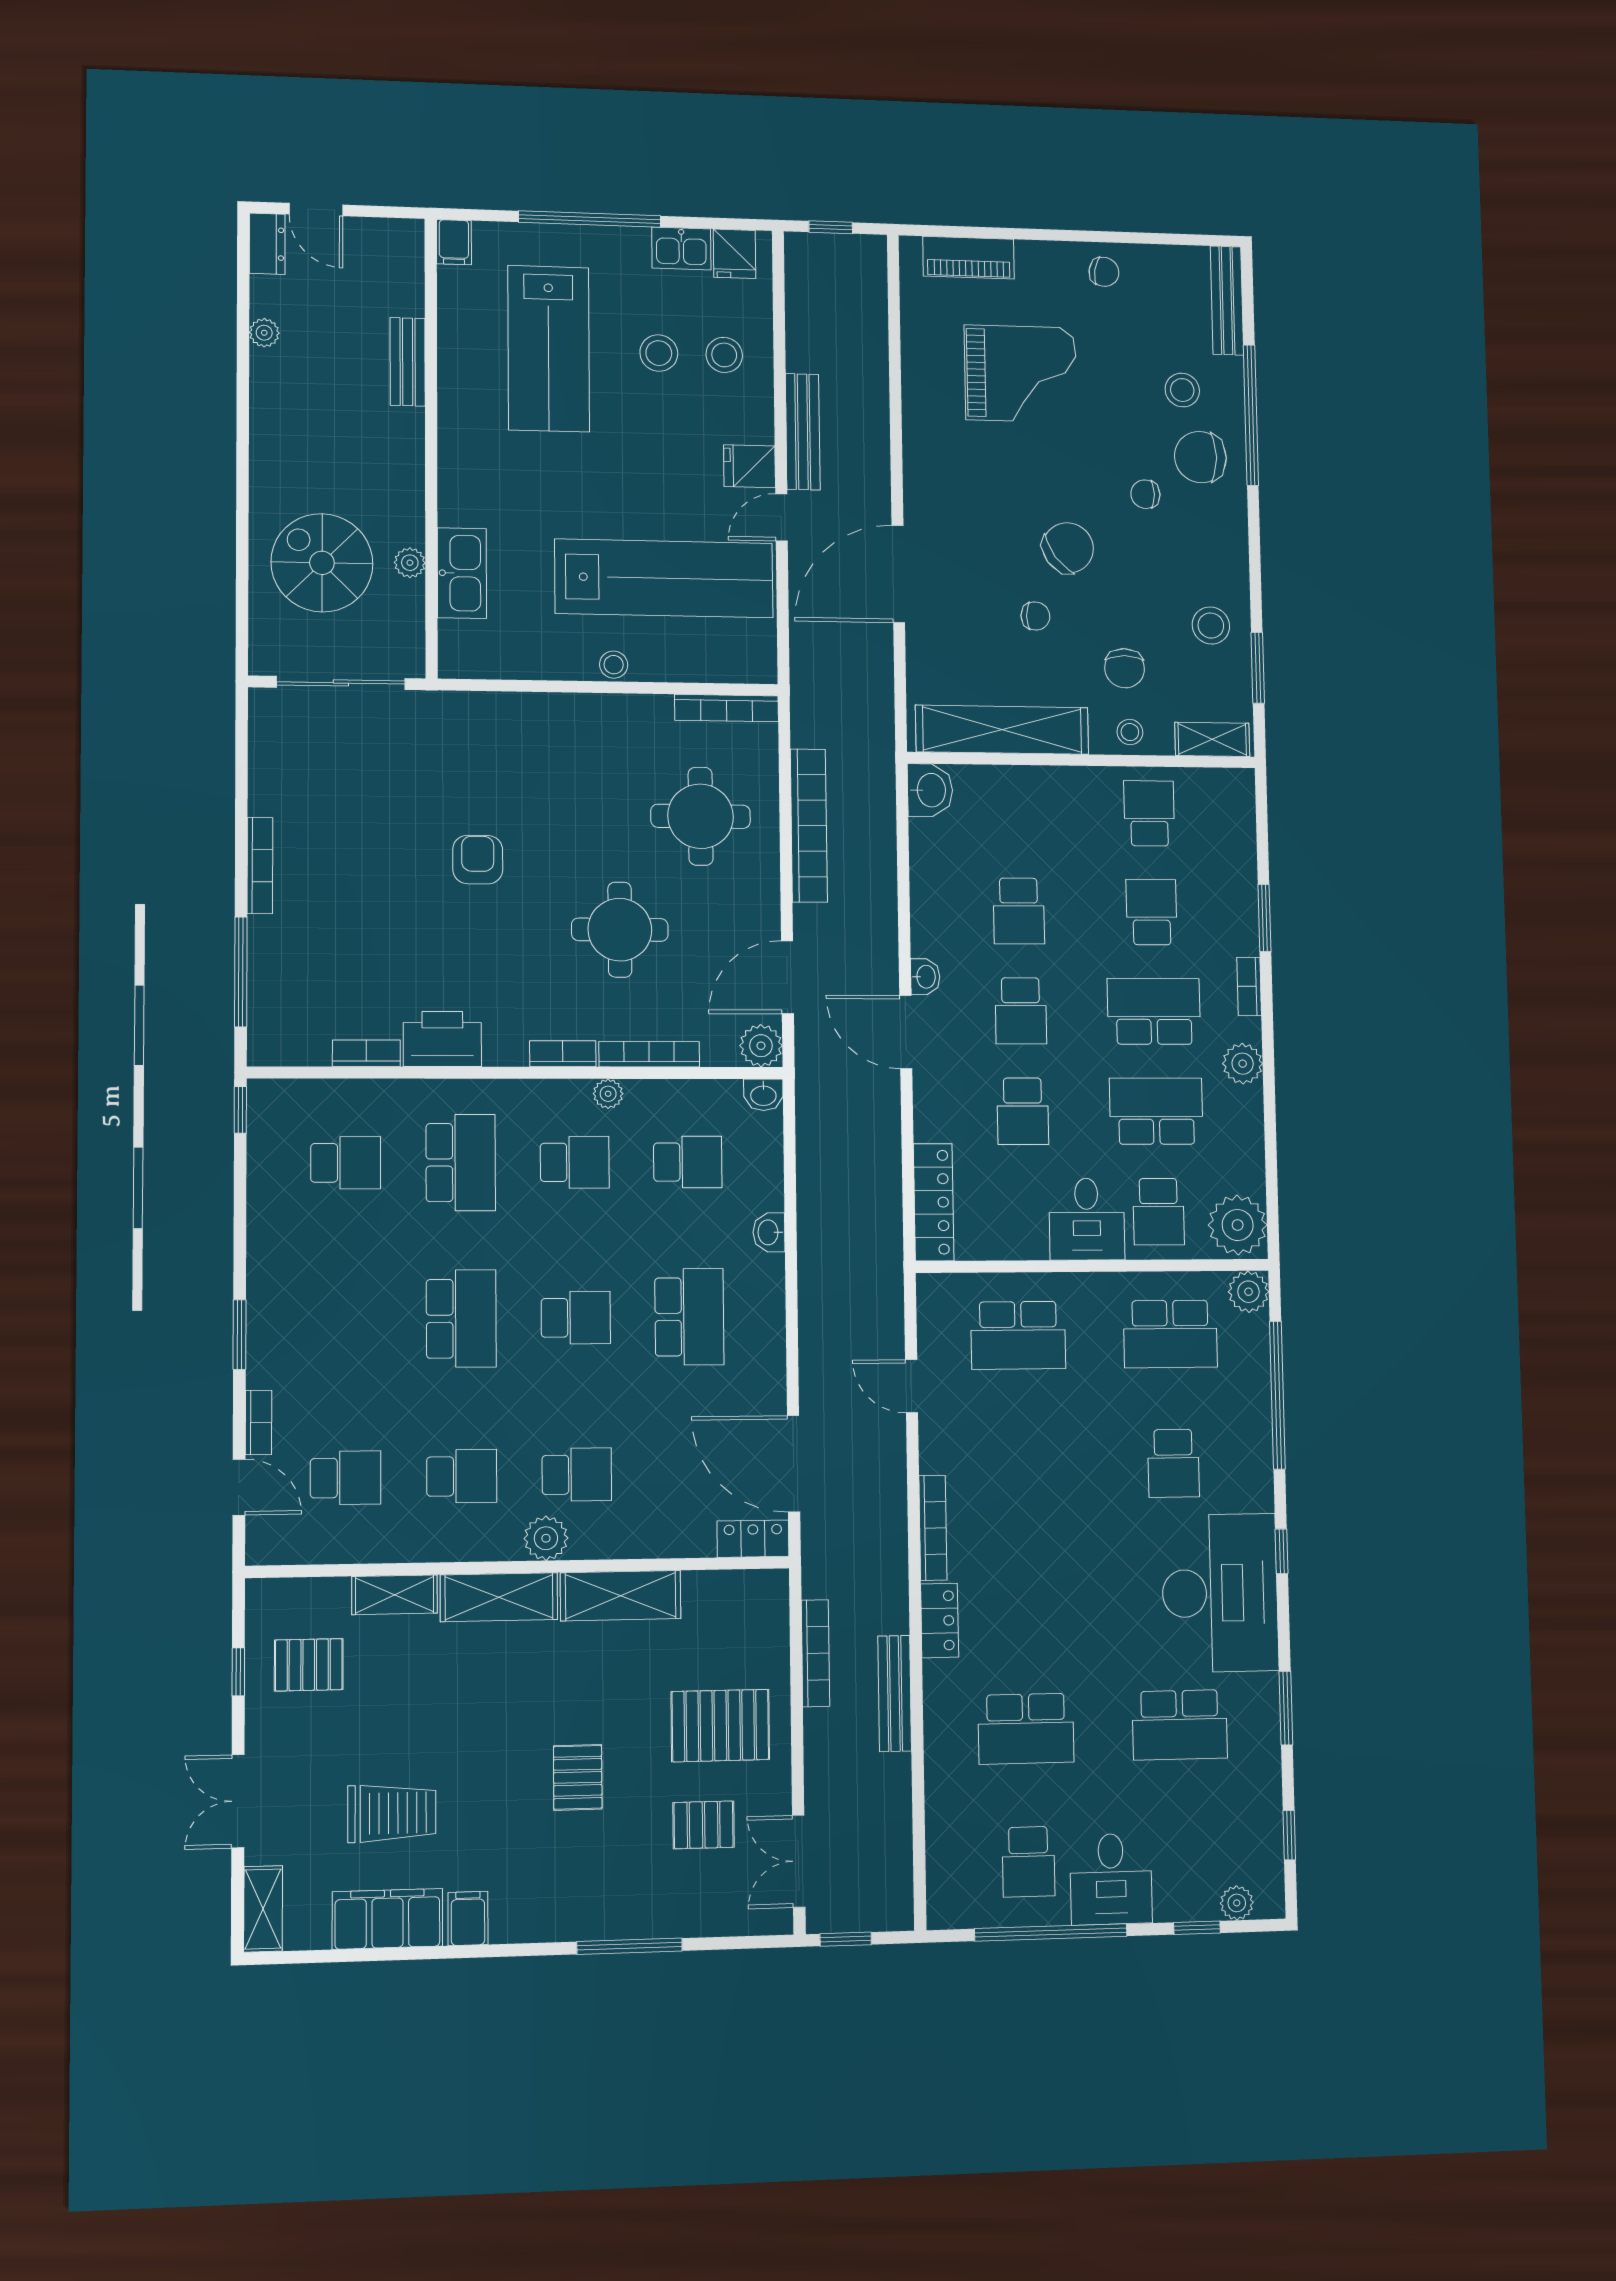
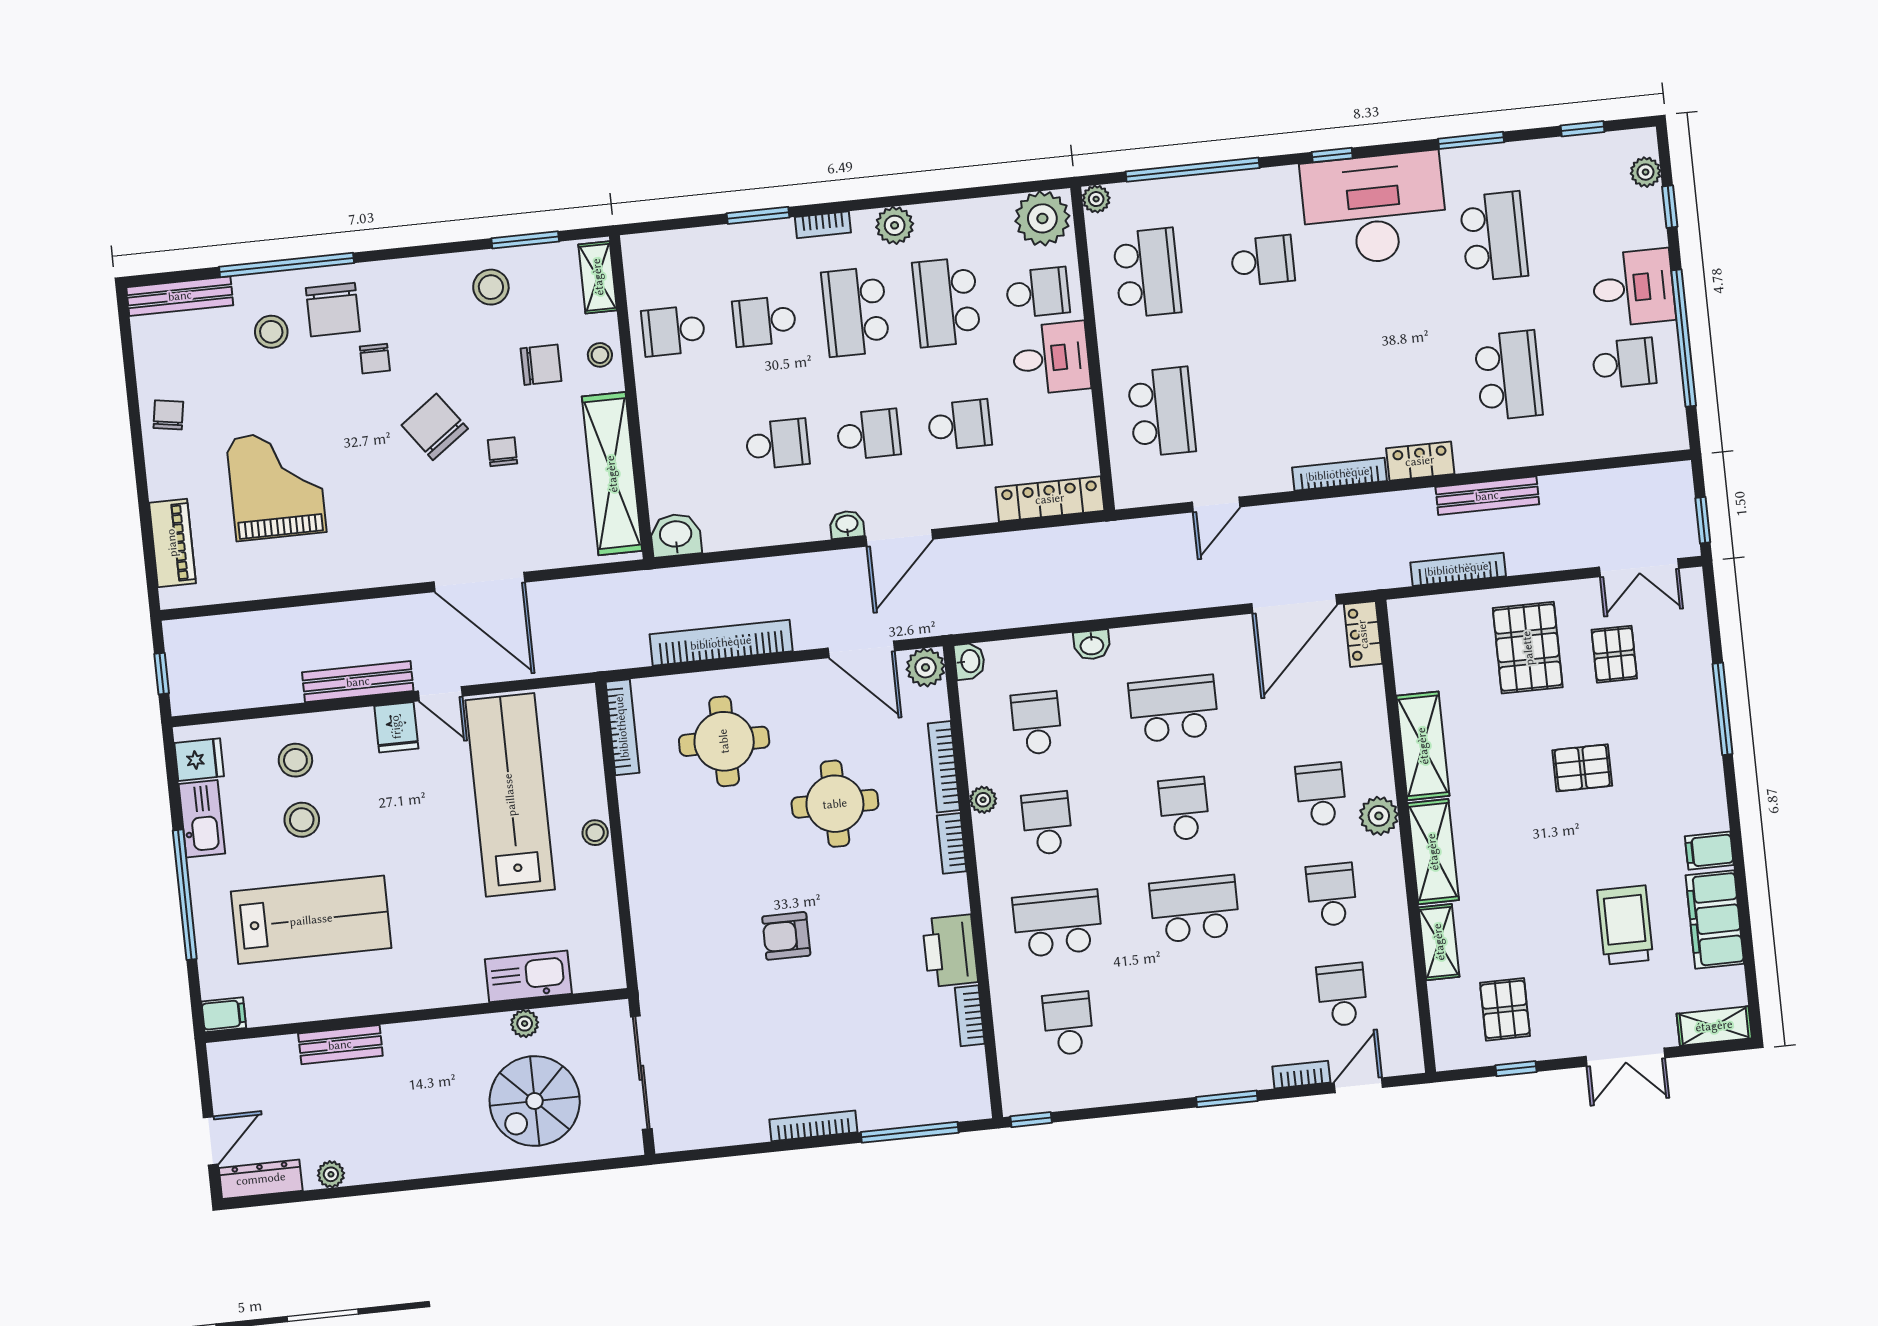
dresser: (267, 244) -> (261, 1179), width x1.44
kitchen sink: (681, 248) -> (202, 819), width x1.38
plant: (1249, 1292) -> (1096, 199), width x0.73, depth x0.73

